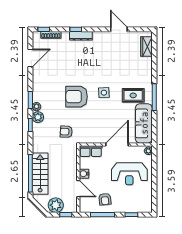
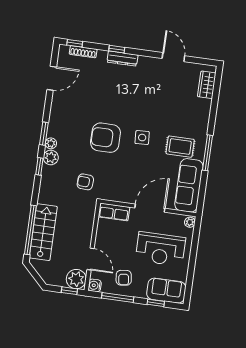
water cooler: (84, 174) -> (95, 285), moved
sofa: (138, 204) -> (166, 291), added
plant: (56, 205) -> (76, 279), moved

